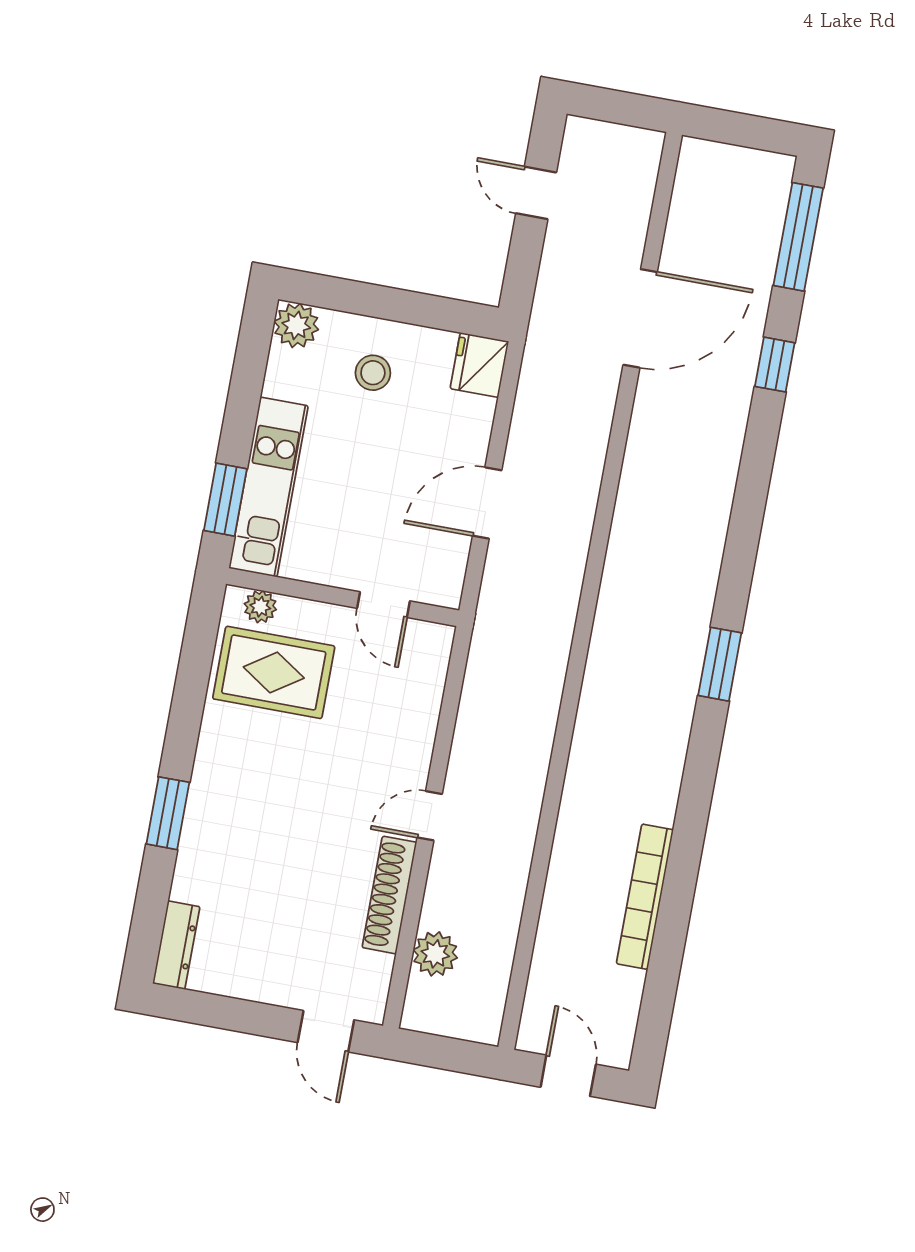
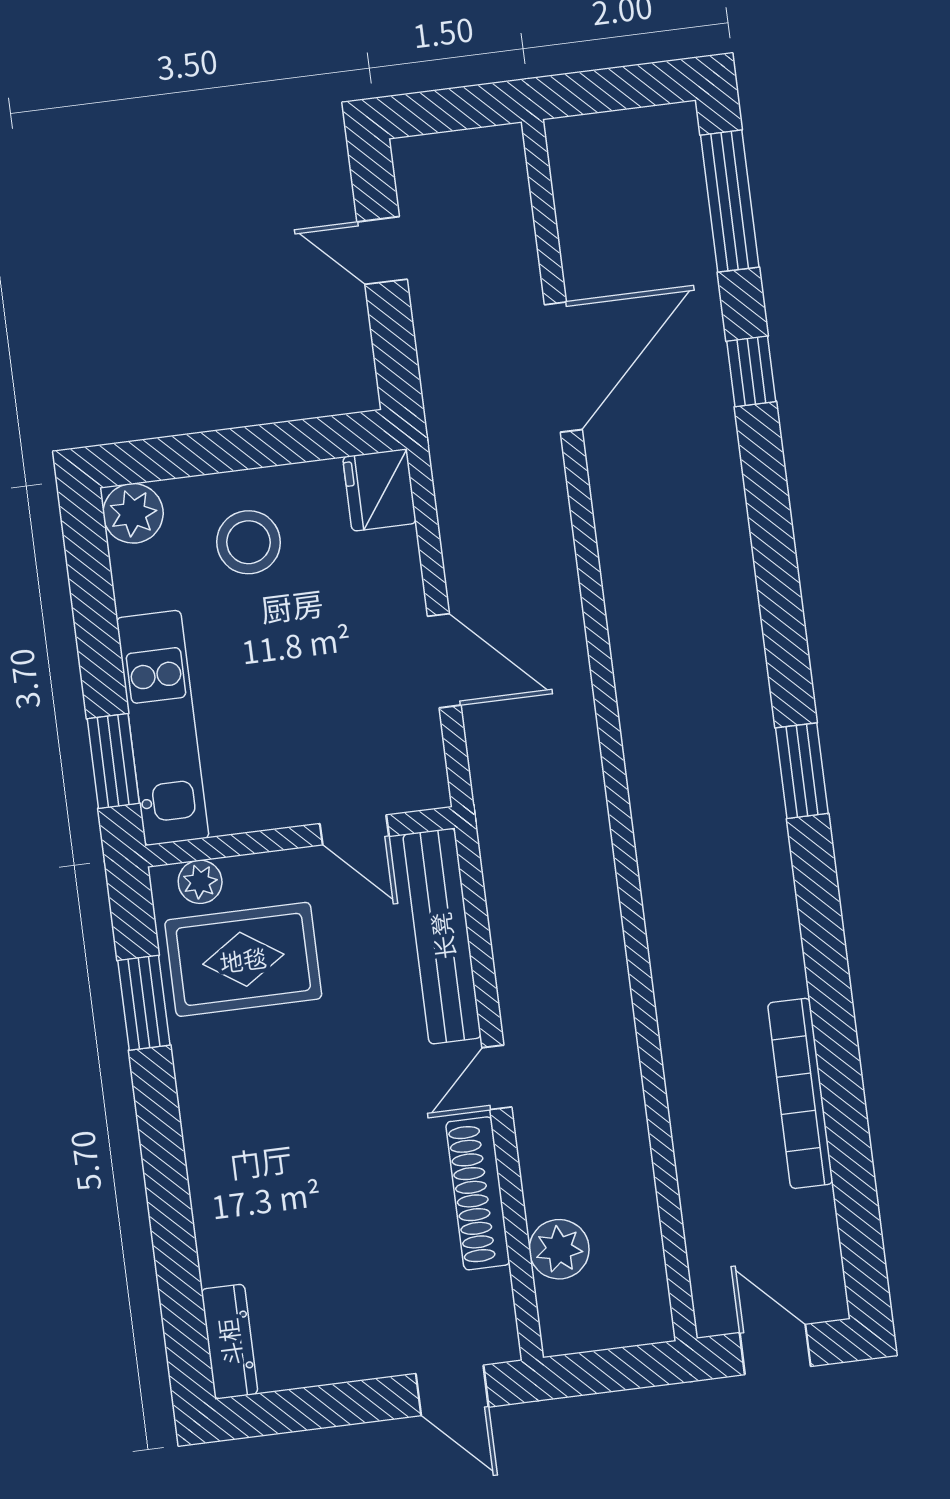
stool: (373, 373) -> (248, 542), width x1.38, depth x1.38
door: (487, 503) -> (444, 661), swing flipped
bench: (422, 701) -> (442, 936), added
window: (168, 813) -> (144, 1003), moved

